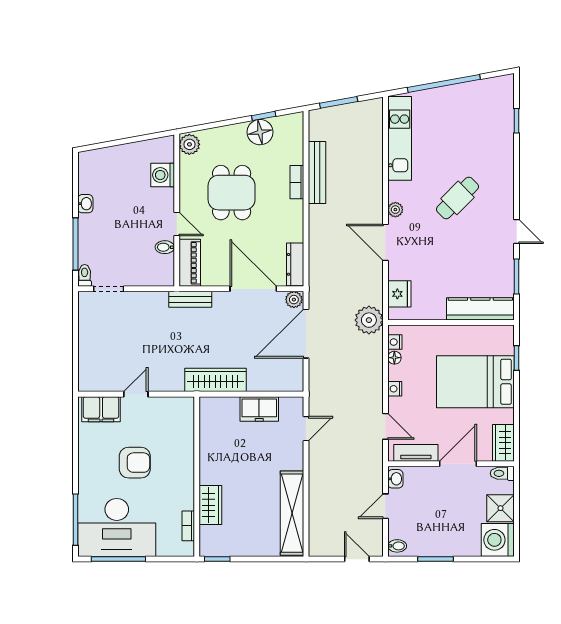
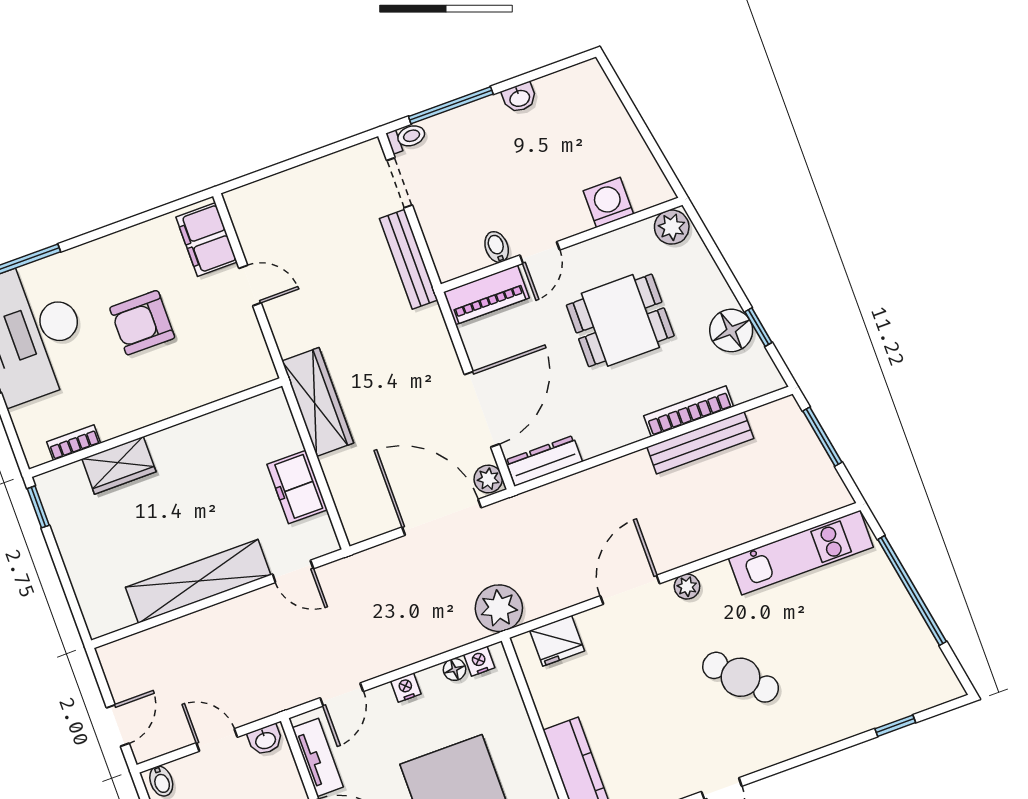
bookcase: (297, 182) -> (689, 411), width x1.56
bench: (190, 299) -> (409, 259), moved, width x1.36
armchair: (135, 463) -> (142, 323), turned 90
shelving: (292, 513) -> (198, 581), moved

